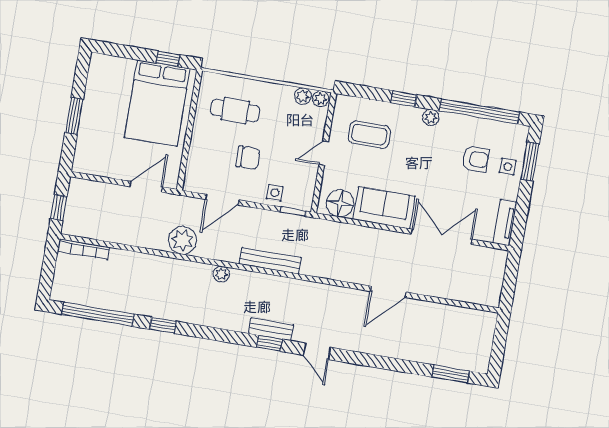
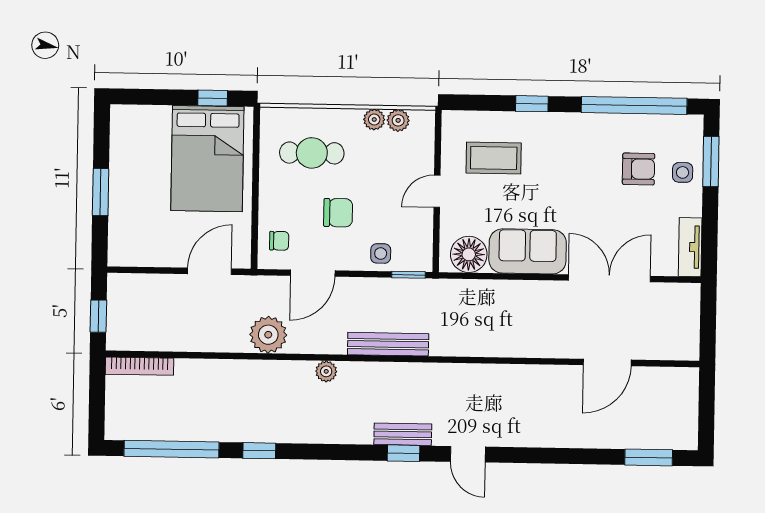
plant: (321, 99) -> (374, 120), moved
plant: (431, 118) -> (571, 123), removed
chair: (201, 172) -> (279, 241), added
door: (388, 292) -> (607, 362), moved

